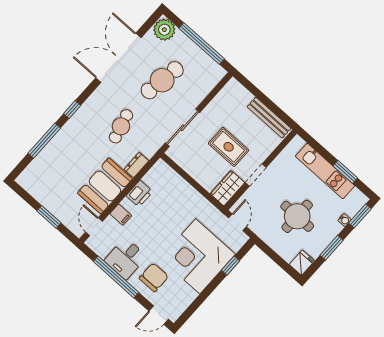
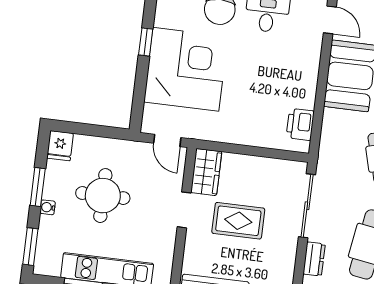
dresser: (136, 165) -> (314, 259), moved
printer: (139, 194) -> (300, 124), moved
filing cabinet: (121, 215) -> (309, 55), removed
water cooler: (345, 220) -> (48, 207), moved
window: (230, 266) -> (146, 42), moved

